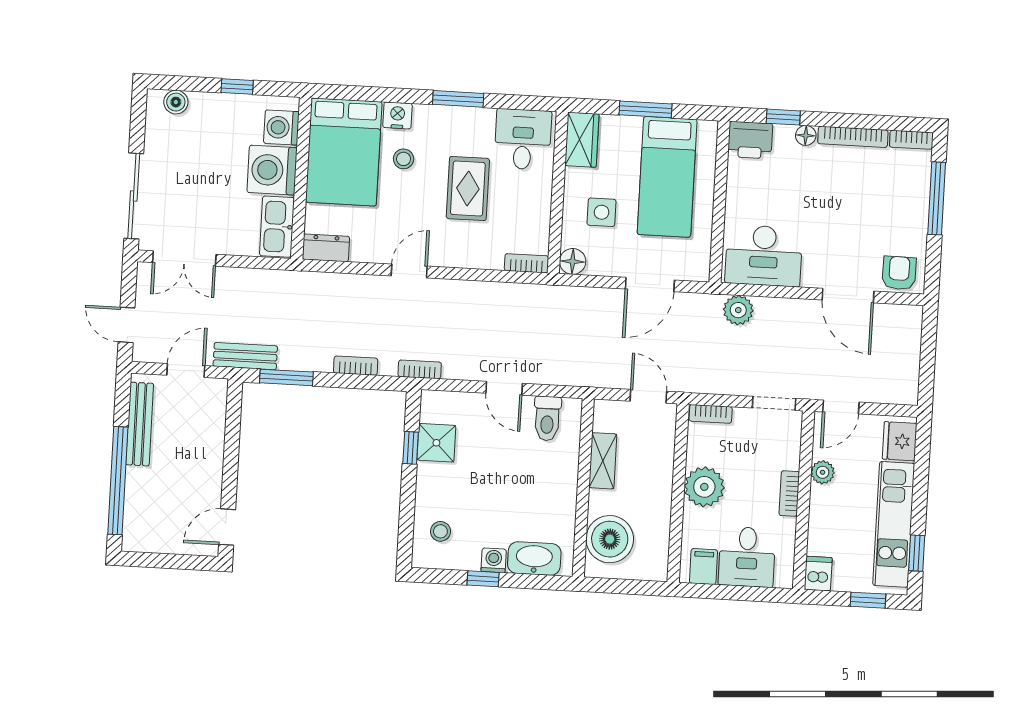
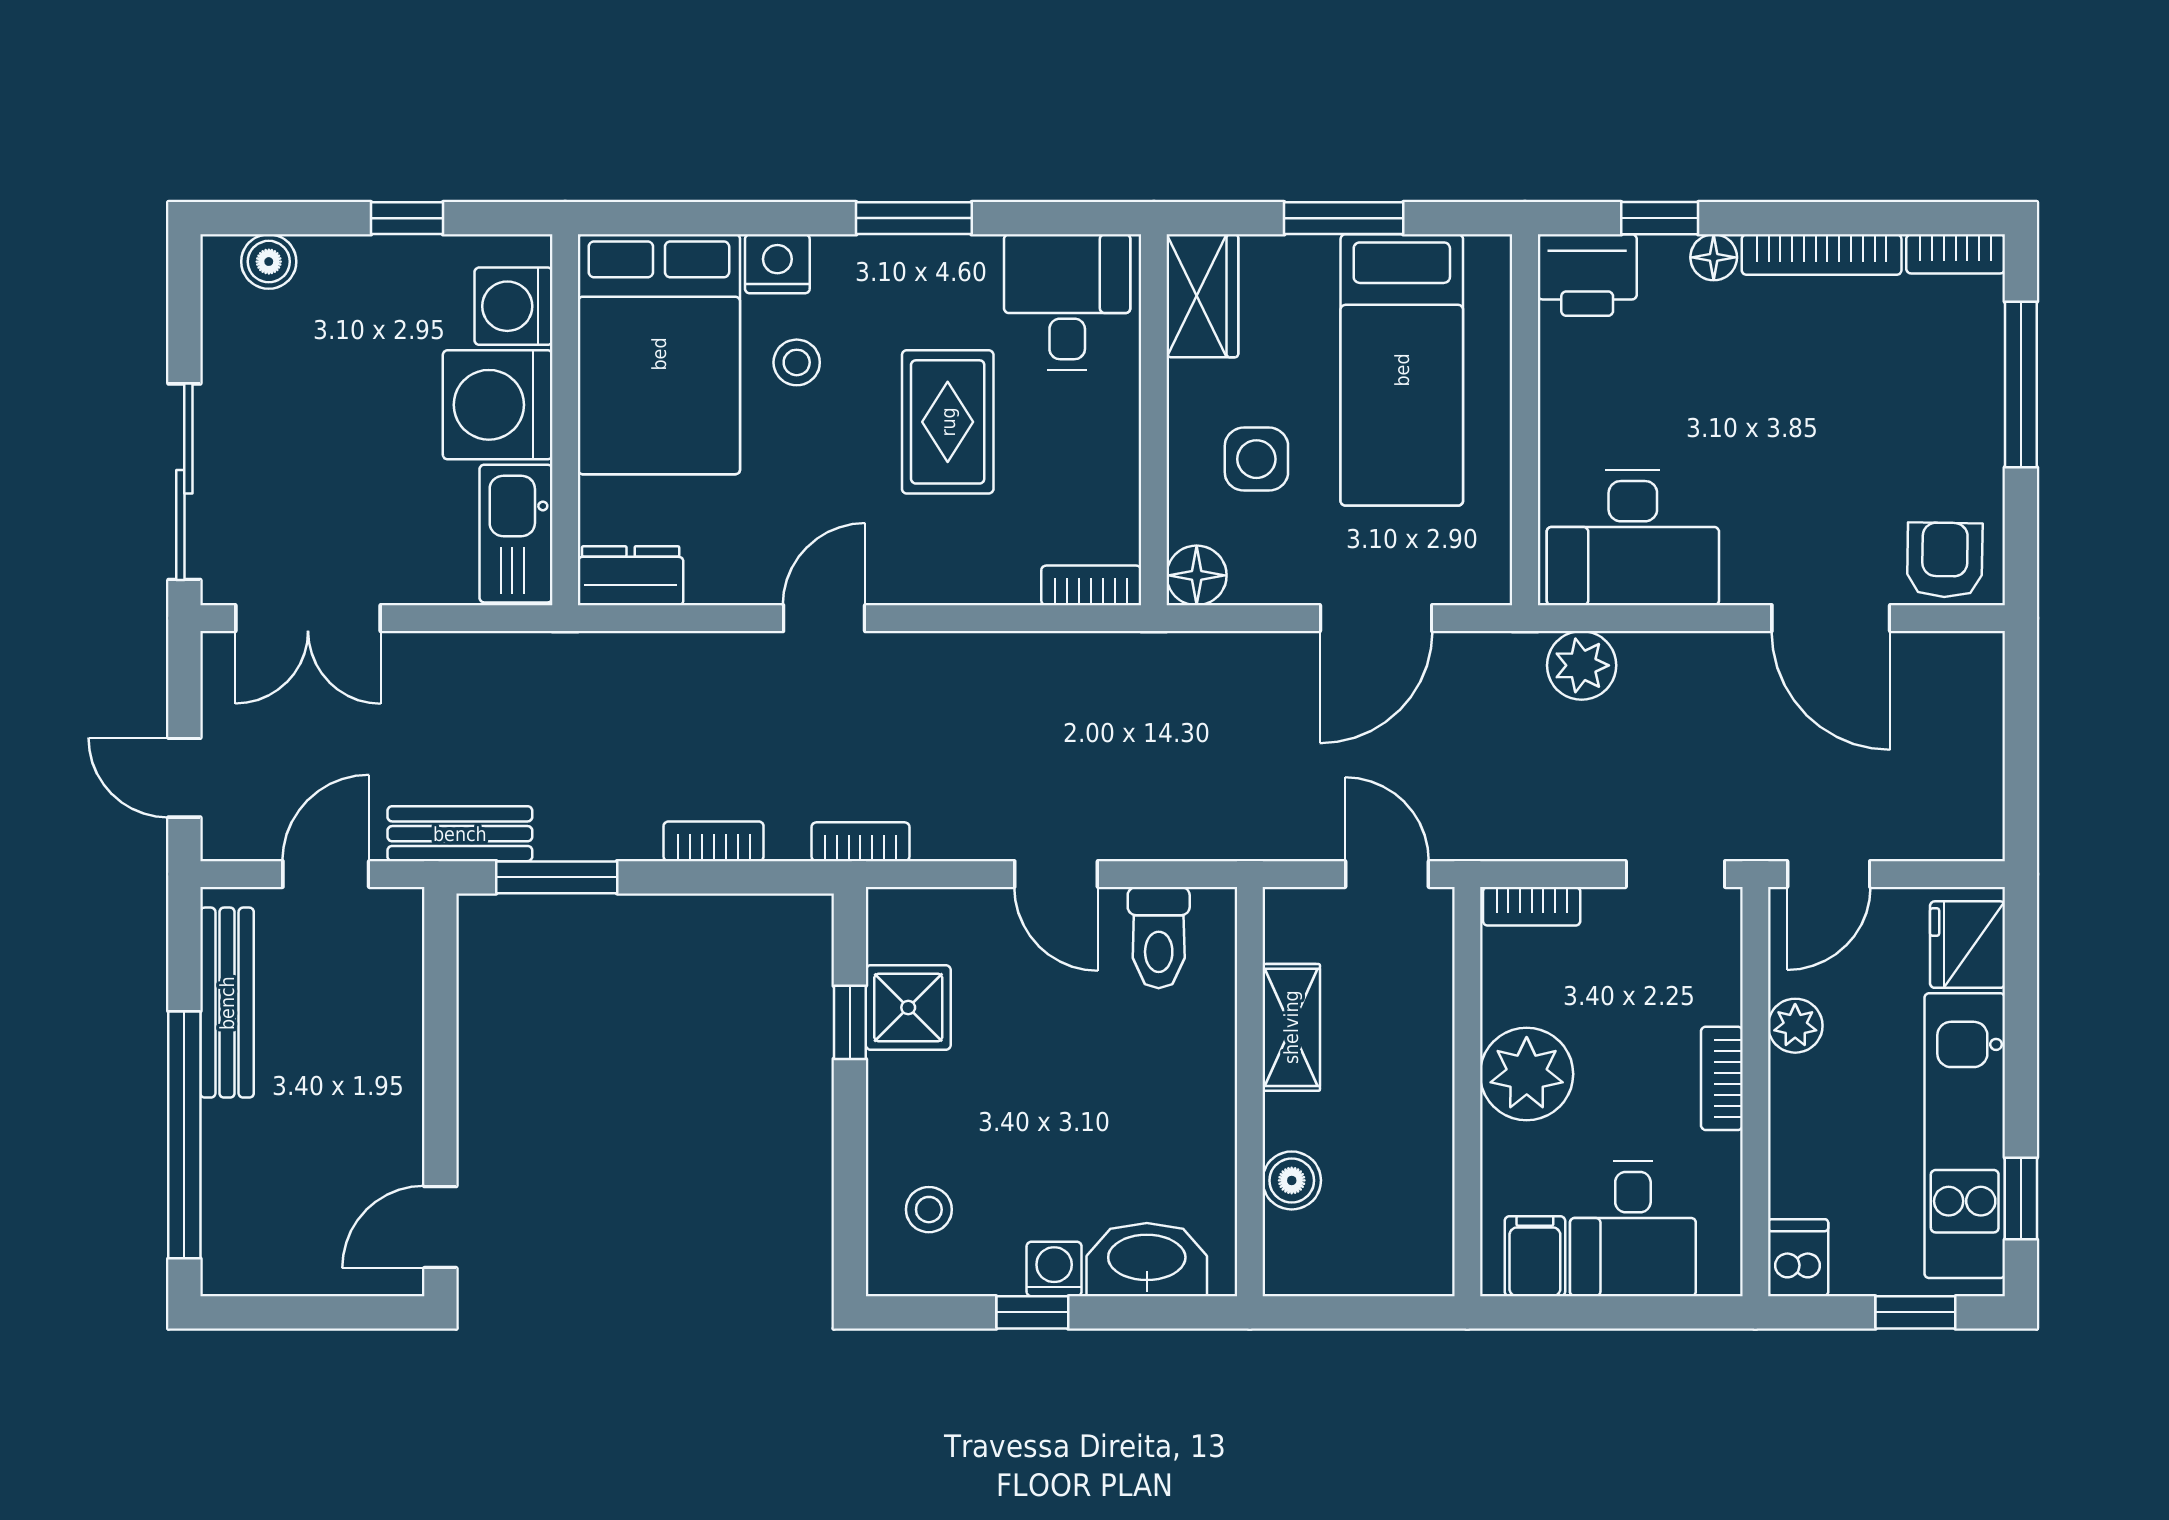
boiler: (610, 539) -> (1292, 1180), width x0.54, depth x0.54

